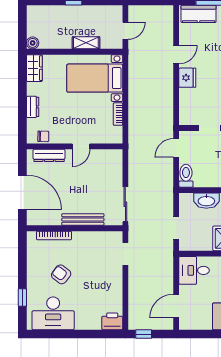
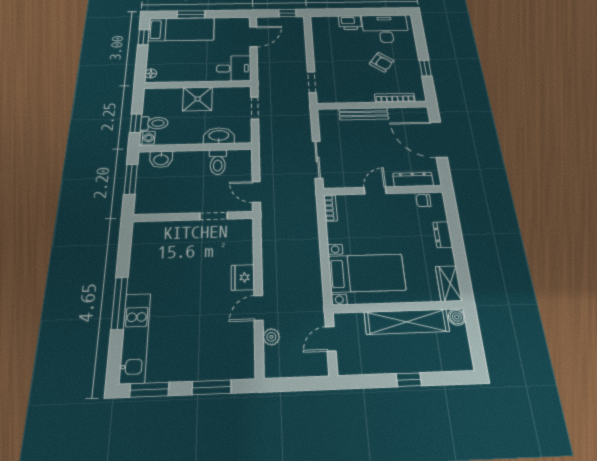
kitchen counter: (199, 14) -> (227, 367), removed
plant: (167, 33) -> (271, 337), added
shelving: (86, 43) -> (407, 322), width x2.20, depth x1.33
bookcase: (118, 114) -> (330, 208), moved
door: (176, 148) -> (256, 192), swing flipped
toilet: (186, 176) -> (218, 162), moved
sliding door: (125, 204) -> (318, 160), moved
window: (22, 298) -> (425, 68), moved
printer: (112, 321) -> (350, 23), moved

